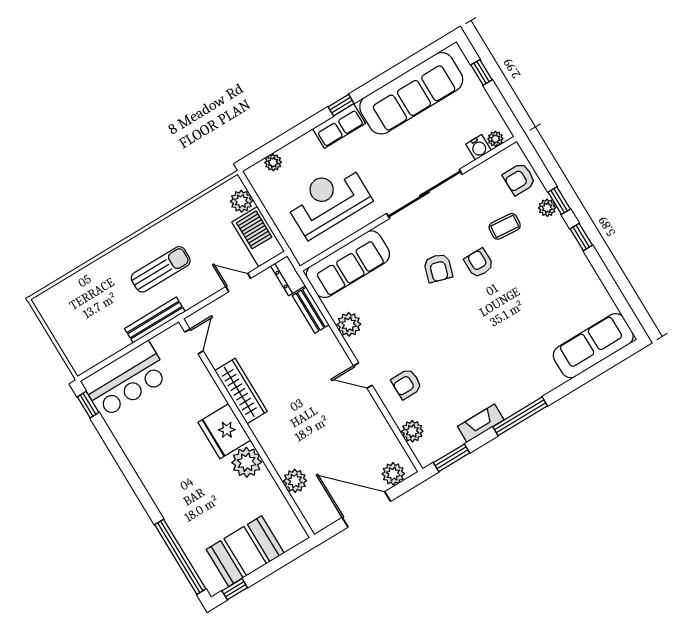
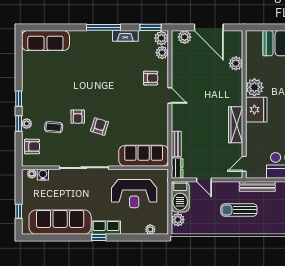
plant: (349, 324) -> (161, 38), moved

